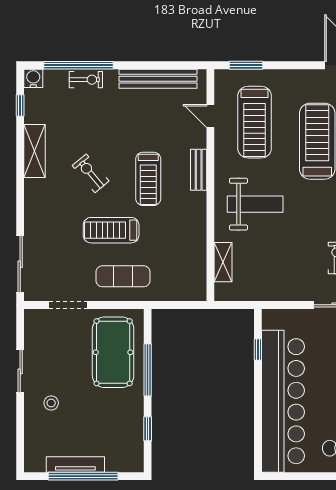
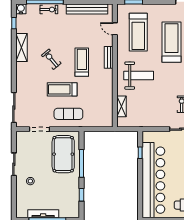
treadmill: (148, 179) -> (82, 62), turned 180

